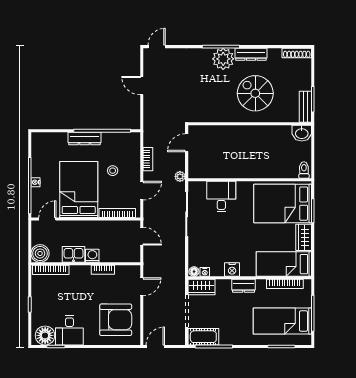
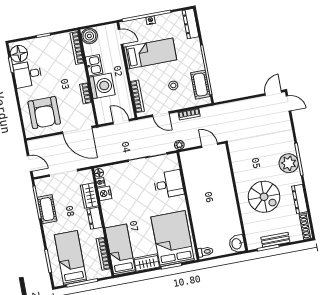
dresser: (251, 54) -> (300, 199), moved
door: (142, 86) -> (273, 93), moved
spiral stairs: (255, 93) -> (264, 197), turned 90
bench: (305, 107) -> (275, 240), moved
dresser: (84, 139) -> (191, 24), moved
cot: (117, 140) -> (200, 85), added
bed: (79, 190) -> (150, 54), width x0.67
door: (142, 236) -> (121, 122), swing flipped
washing machine: (92, 256) -> (102, 86), width x1.89, depth x1.89
nightstand: (232, 270) -> (105, 193), moved
door: (142, 287) -> (77, 130), width x1.87
wardrobe: (201, 287) -> (89, 196), moved
cot: (203, 337) -> (47, 209), moved
door: (155, 346) -> (30, 163), moved

